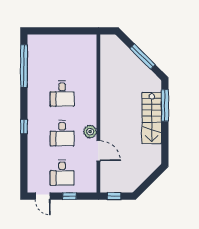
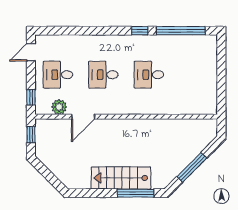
window: (24, 127) -> (140, 31), moved
plant: (90, 132) -> (59, 107), moved
window: (69, 196) -> (31, 97), moved

